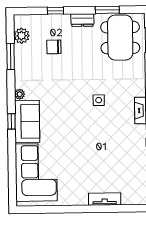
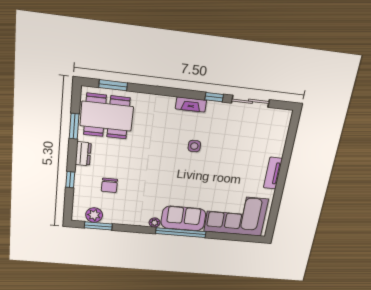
window: (11, 57) -> (98, 226), moved
side table: (99, 100) -> (194, 146), moved
window: (11, 121) -> (181, 233), width x3.17
tv unit: (105, 199) -> (273, 173), moved

